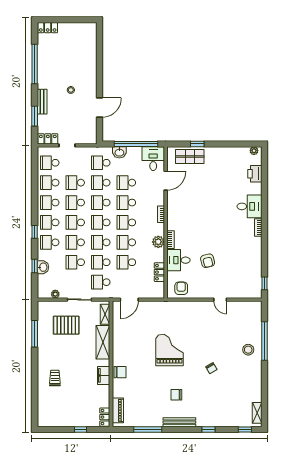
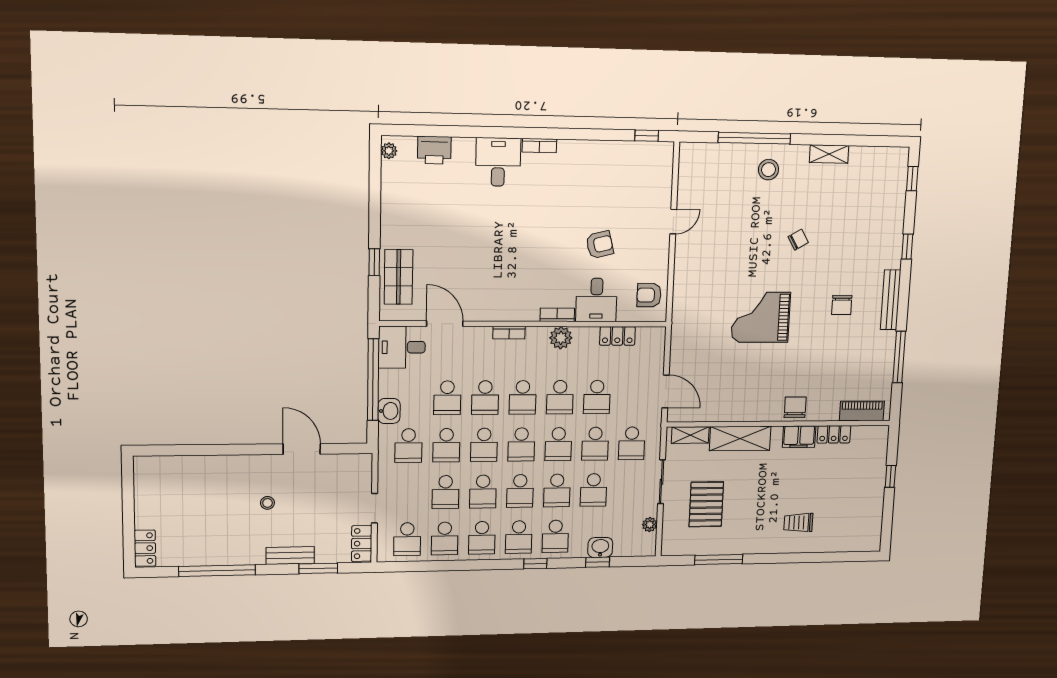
shelving: (257, 413) -> (829, 154), moved
locker: (105, 417) -> (834, 434), moved

